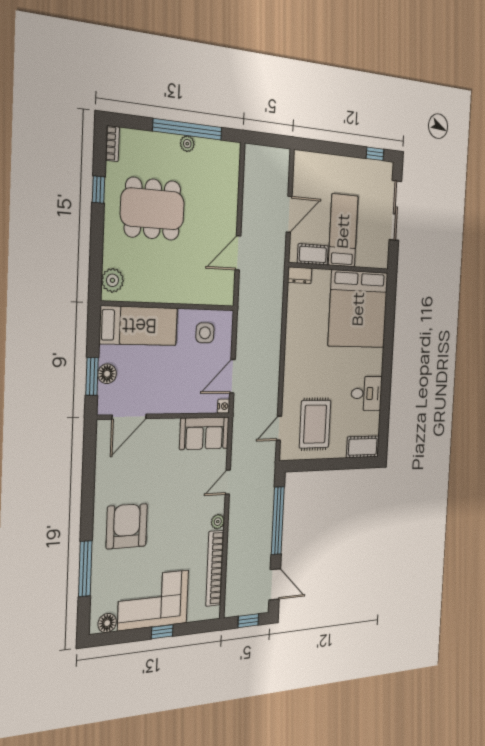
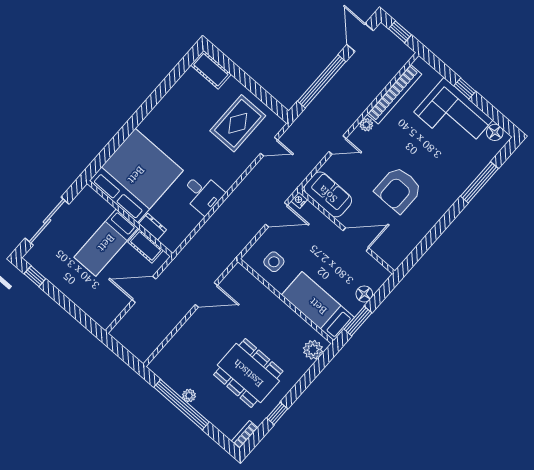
dresser: (300, 275) -> (153, 227), moved
window: (92, 376) -> (358, 321), moved
desk: (366, 393) -> (203, 194), moved, turned 180
door: (129, 417) -> (356, 239), moved
armchair: (127, 526) -> (398, 190), moved

